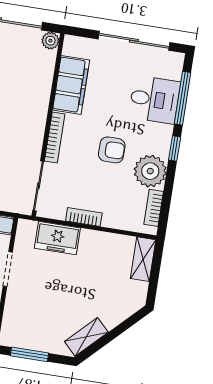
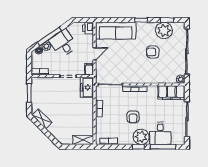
filing cabinet: (71, 85) -> (171, 92), moved
plant: (150, 171) -> (141, 137), moved
freezer: (57, 238) -> (87, 87), moved

